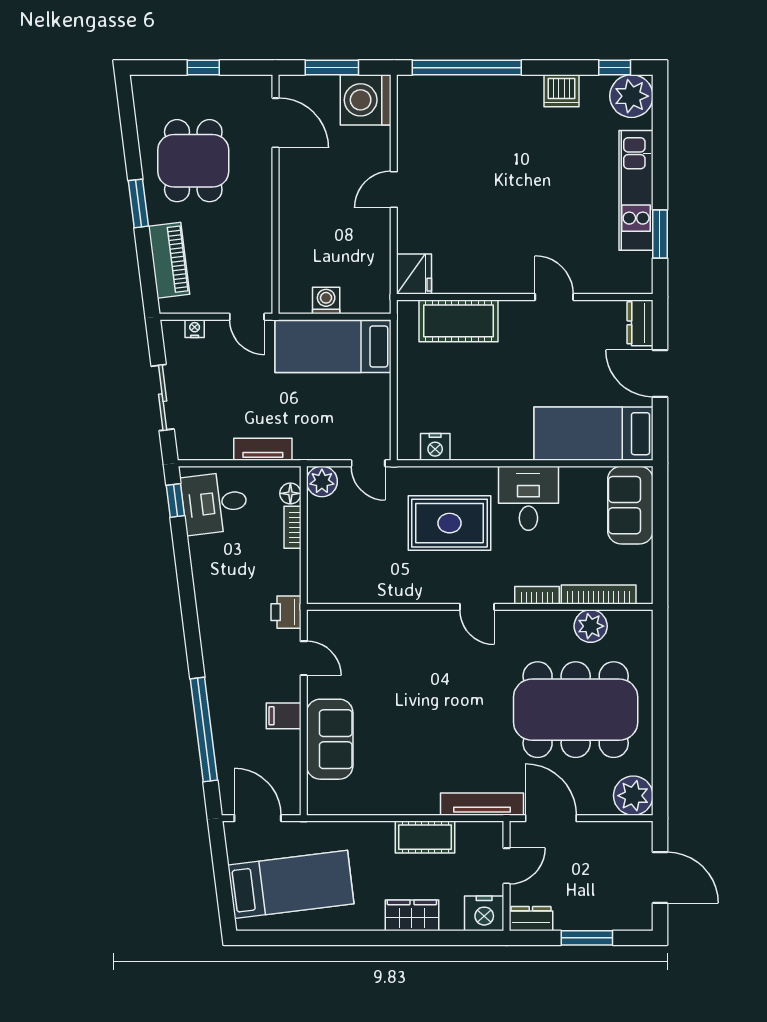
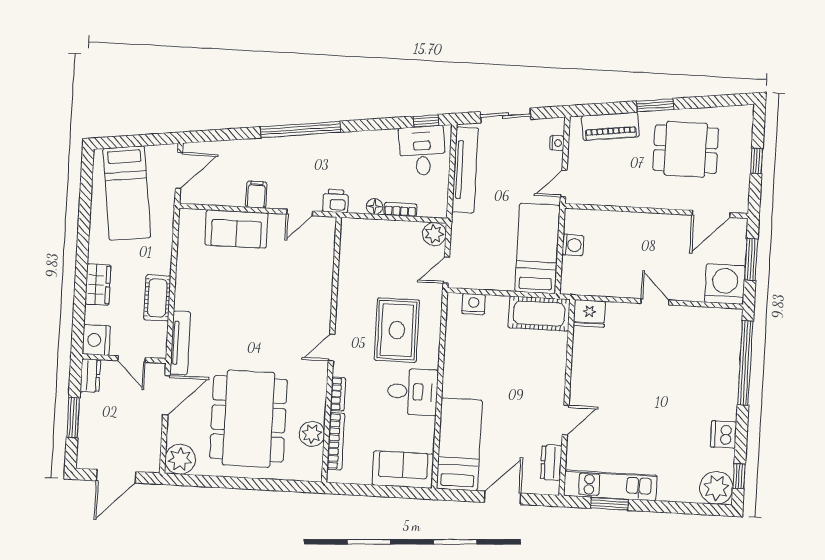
kitchen unit: (636, 190) -> (610, 485), moved
cot: (458, 321) -> (539, 314), moved, turned 90
dresser: (640, 323) -> (551, 463), moved, turned -90
nightstand: (435, 447) -> (474, 304), moved, turned 90
tv unit: (263, 449) -> (465, 170), width x1.92, depth x1.29
floor lamp: (290, 493) -> (375, 206), moved
window: (204, 730) -> (300, 129), moved

